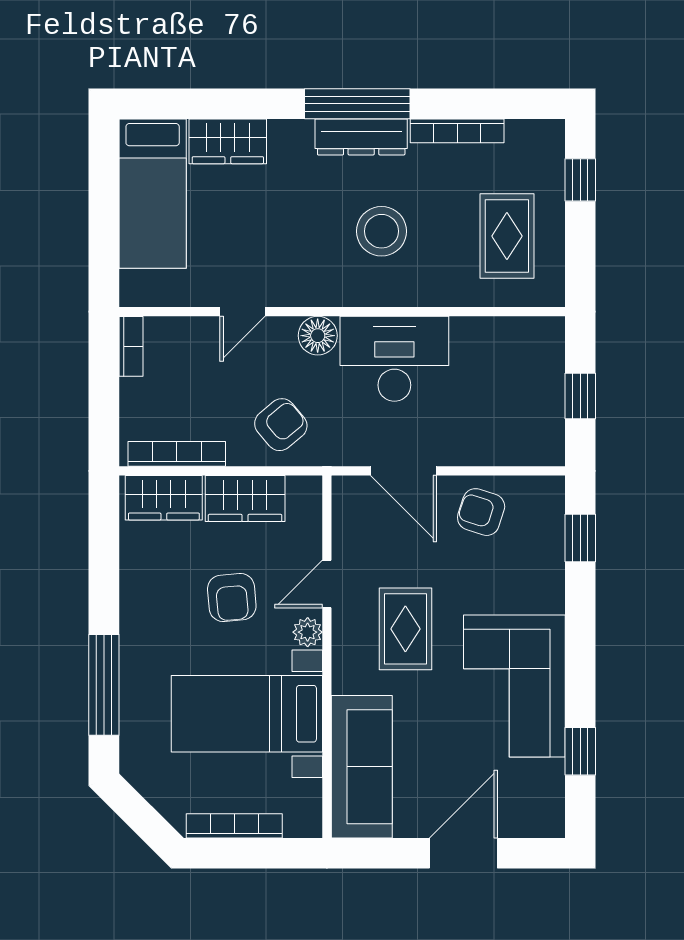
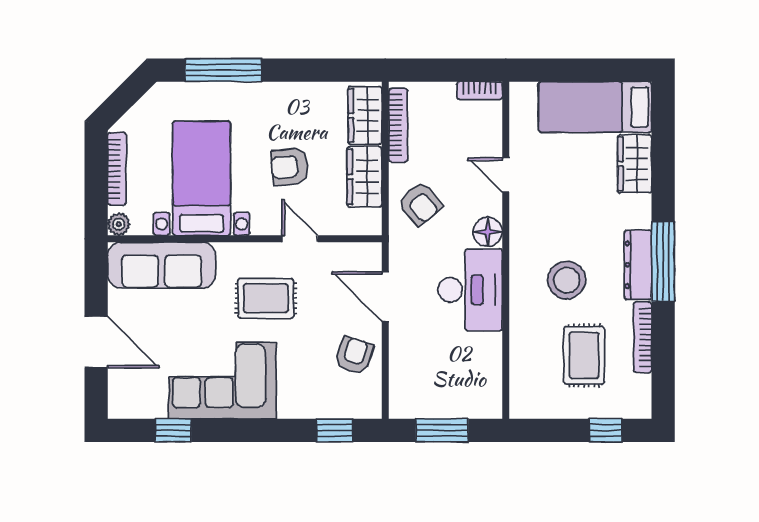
rug: (507, 236) -> (584, 355), moved, turned 90
window: (580, 396) -> (442, 430), width x1.50
door: (403, 471) -> (385, 297), hinge flipped
plant: (308, 632) -> (119, 224), moved

